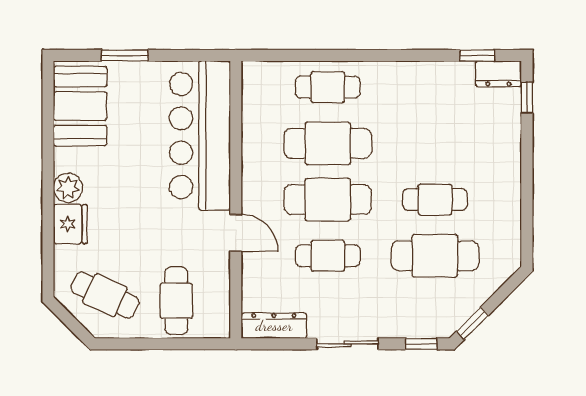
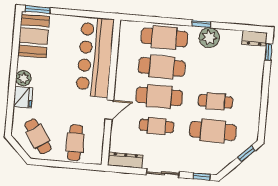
window: (125, 55) -> (38, 10), moved
window: (477, 55) -> (201, 24), moved
plant: (413, 80) -> (209, 38), added
cafe table: (328, 87) -> (164, 37), width x1.37, depth x1.35
door: (236, 233) -> (109, 110), hinge flipped
cafe table: (105, 295) -> (38, 136), turned 31
window: (472, 323) -> (246, 154), moved

